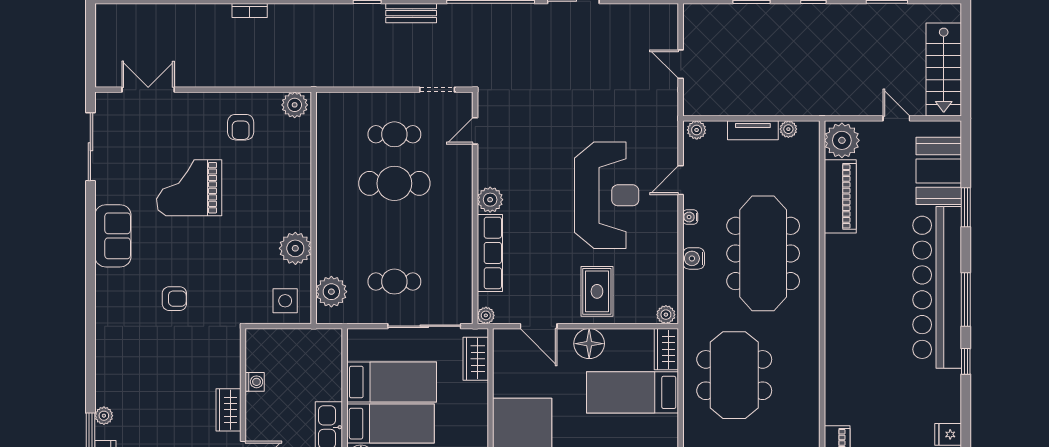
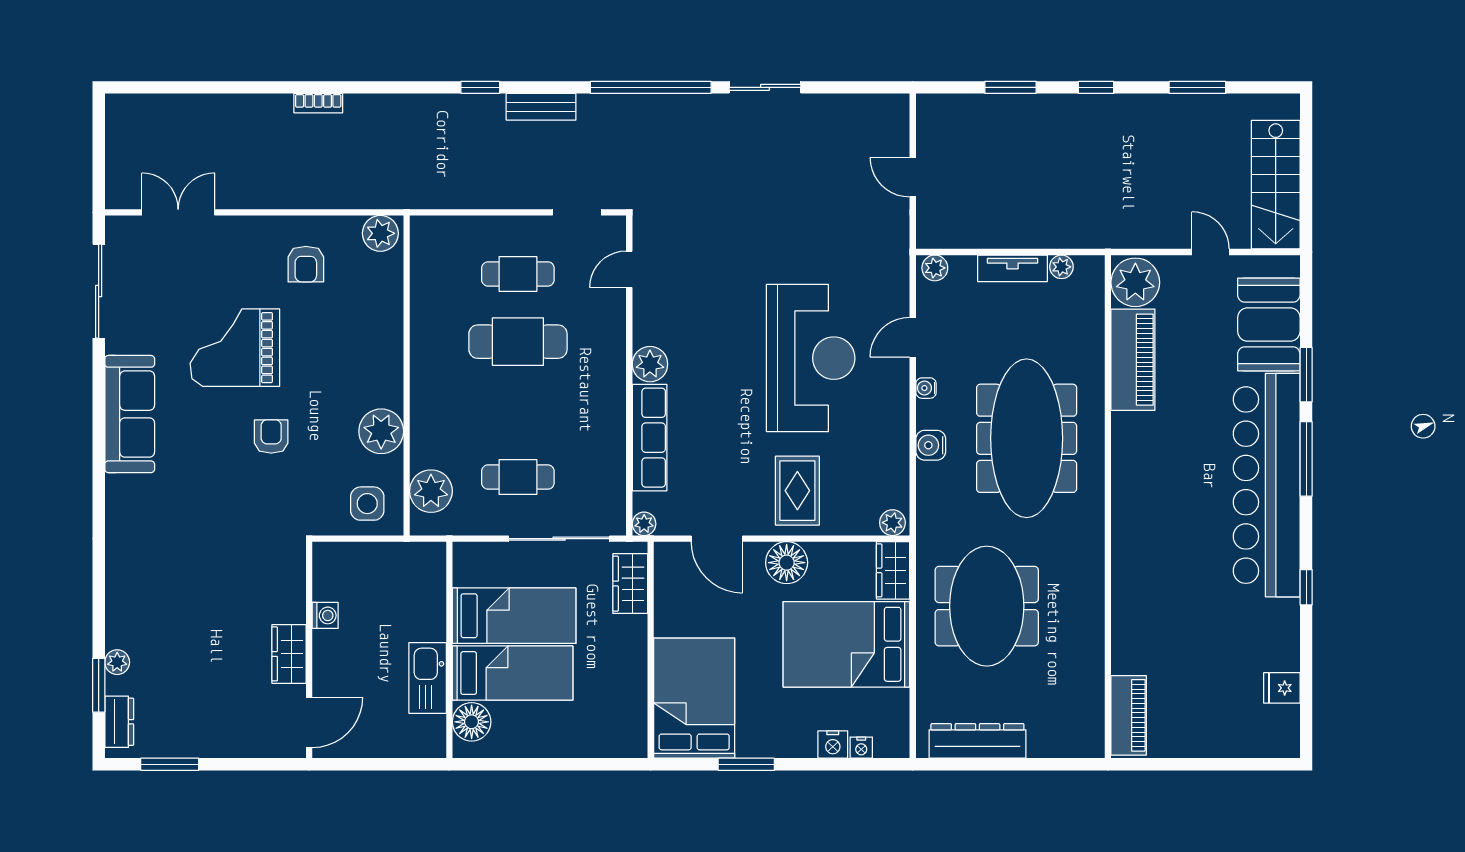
sofa: (113, 236) -> (130, 414), width x1.36
armchair: (174, 299) -> (271, 437), moved, turned -90
window: (966, 299) -> (1306, 459), moved
bed: (632, 392) -> (846, 644), width x1.50

